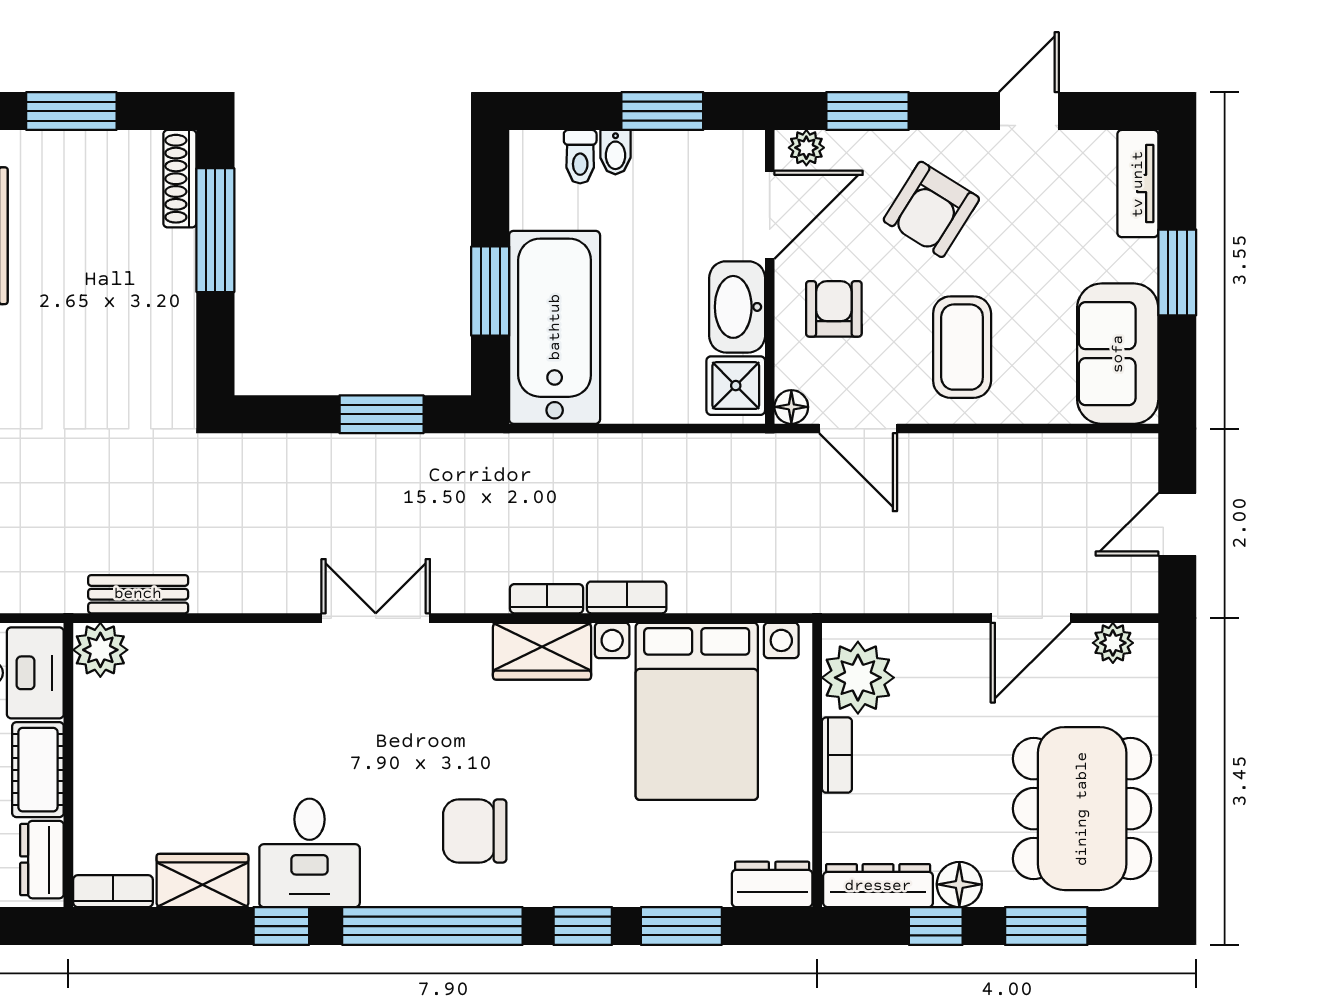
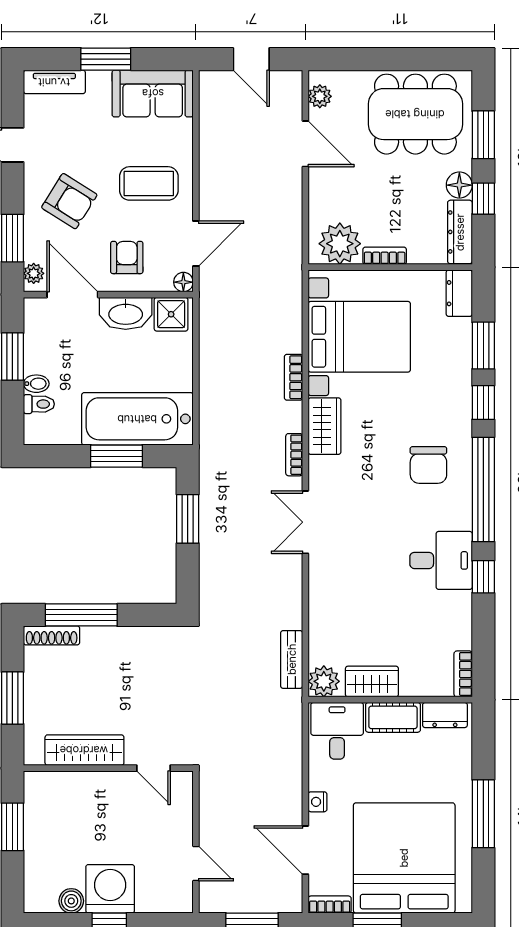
armchair: (834, 309) -> (127, 257), turned 90
bookcase: (547, 599) -> (294, 455), moved
wardrobe: (202, 880) -> (372, 682), moved, turned 90

